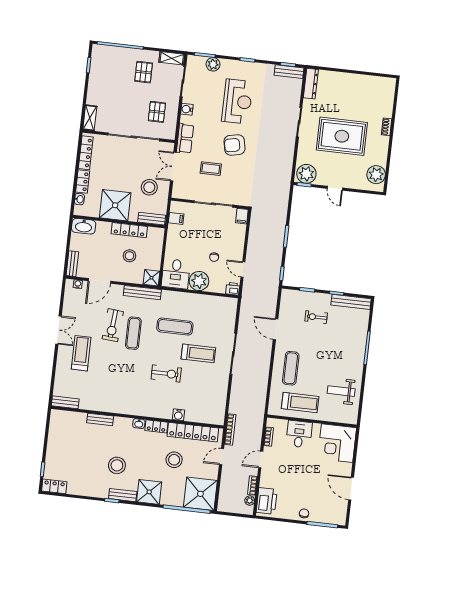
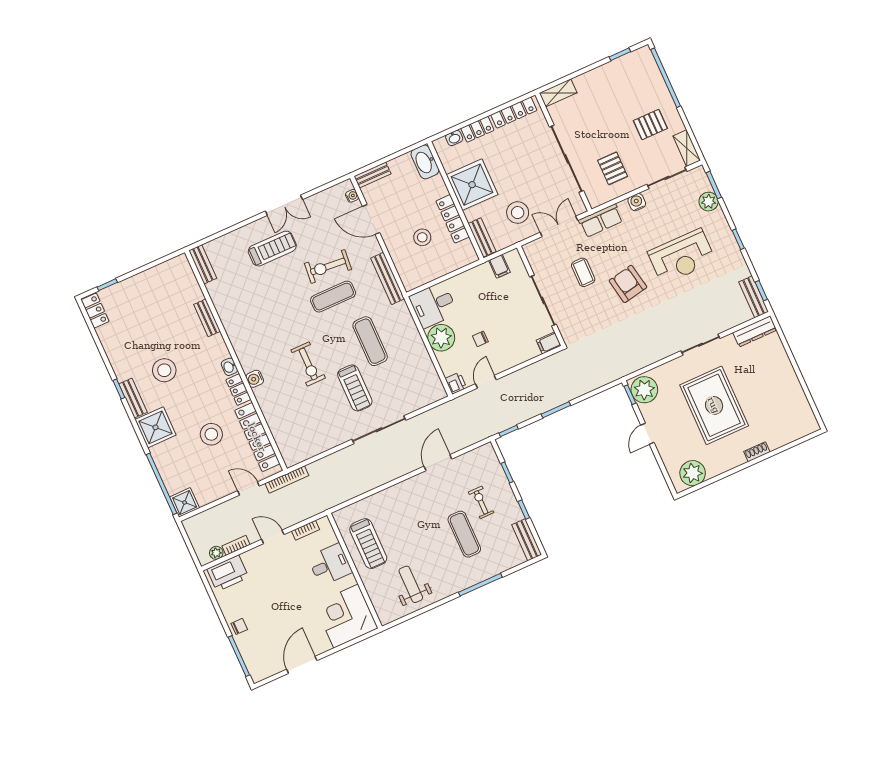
pallet: (157, 112) -> (613, 168), turned 90
shower: (151, 278) -> (412, 279), removed
bench: (351, 302) -> (527, 540), width x0.73
exercise mat: (291, 368) -> (464, 534), moved, turned 90
water cooler: (178, 415) -> (255, 379), moved
shower: (200, 494) -> (185, 502), width x0.54, depth x0.54

